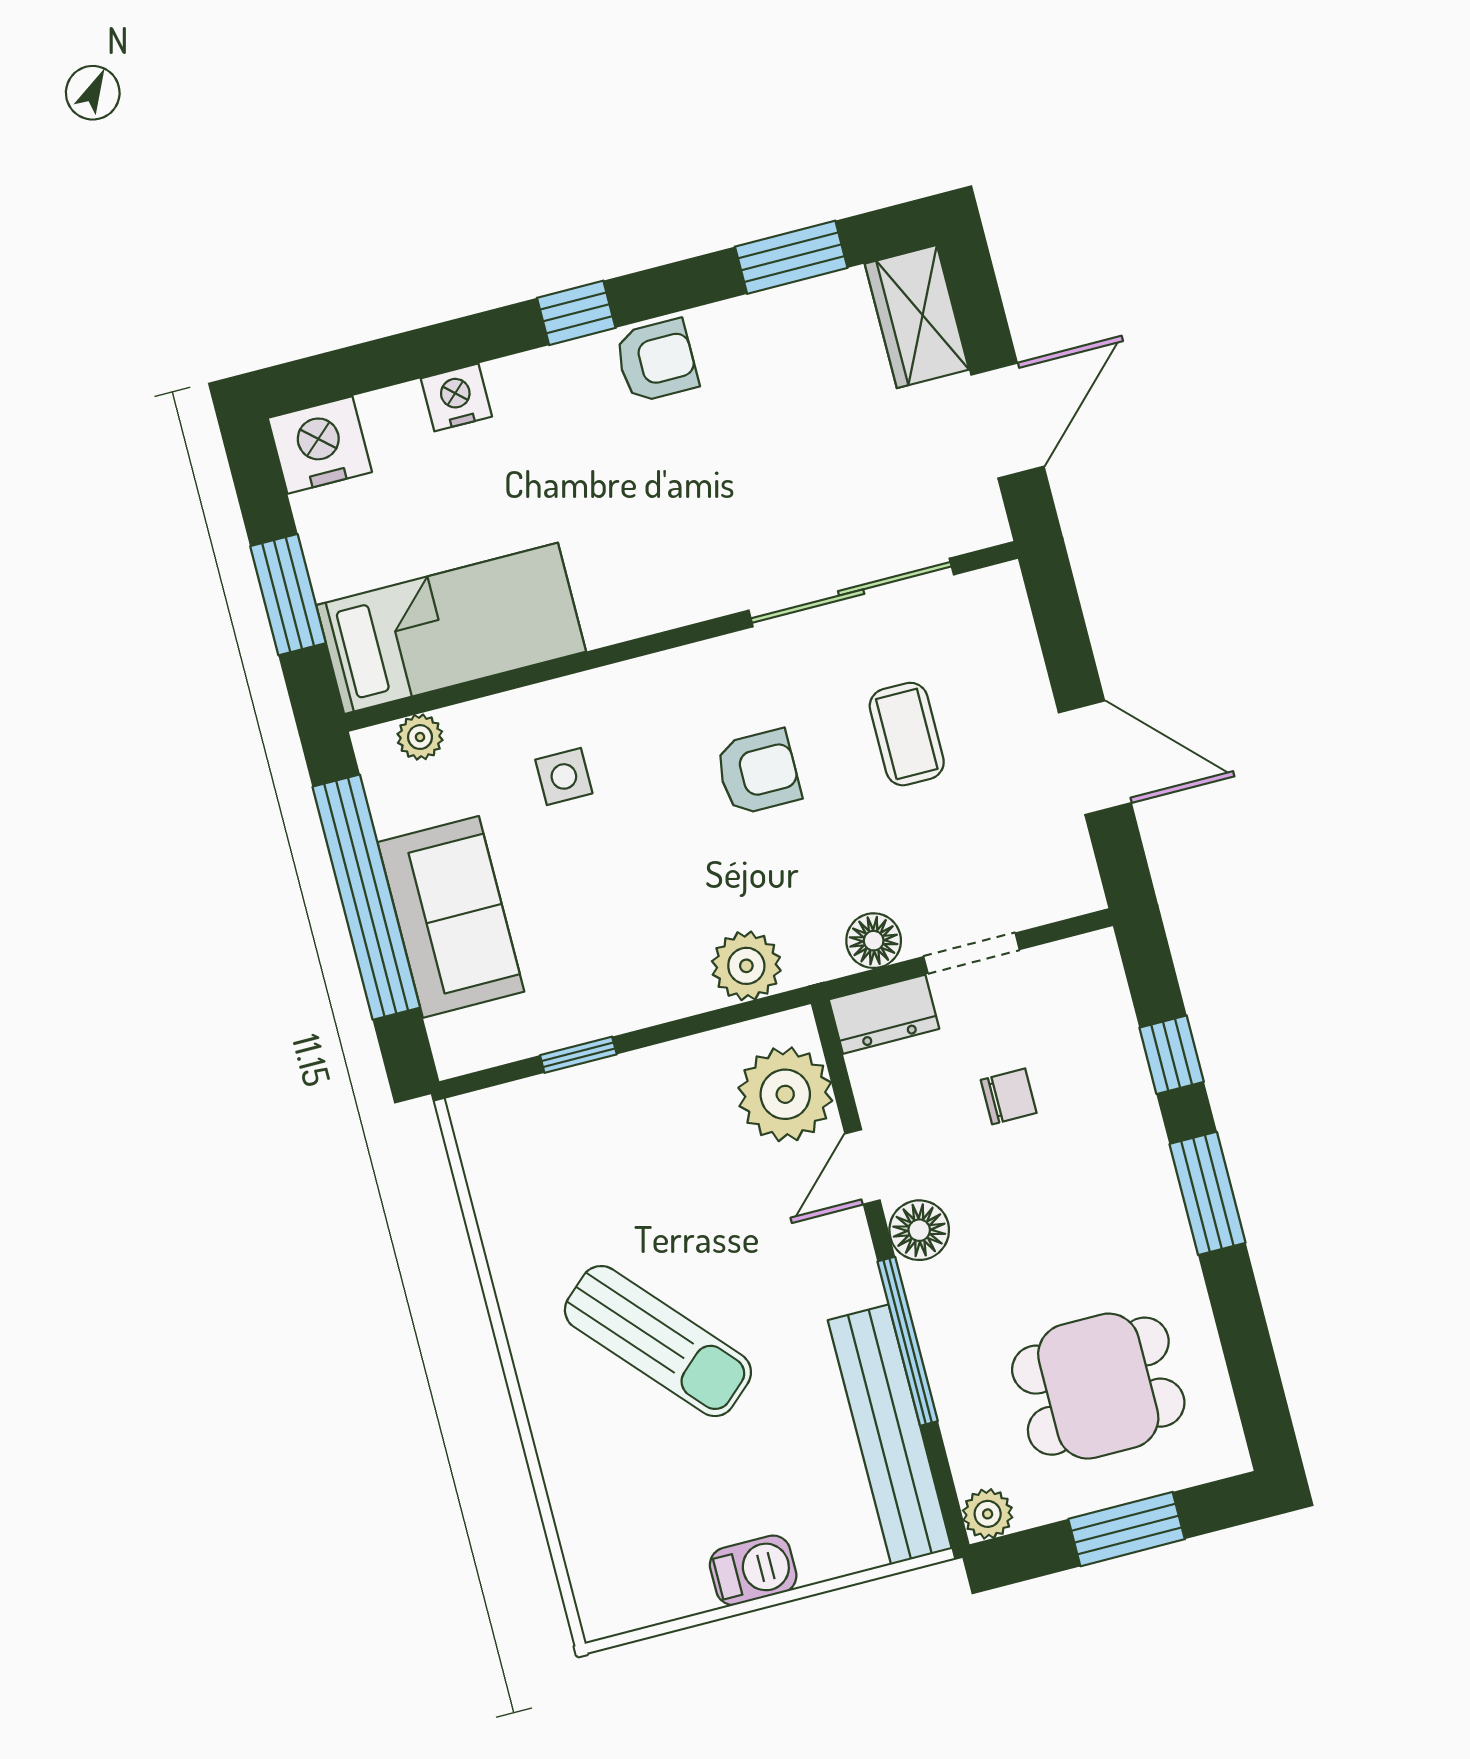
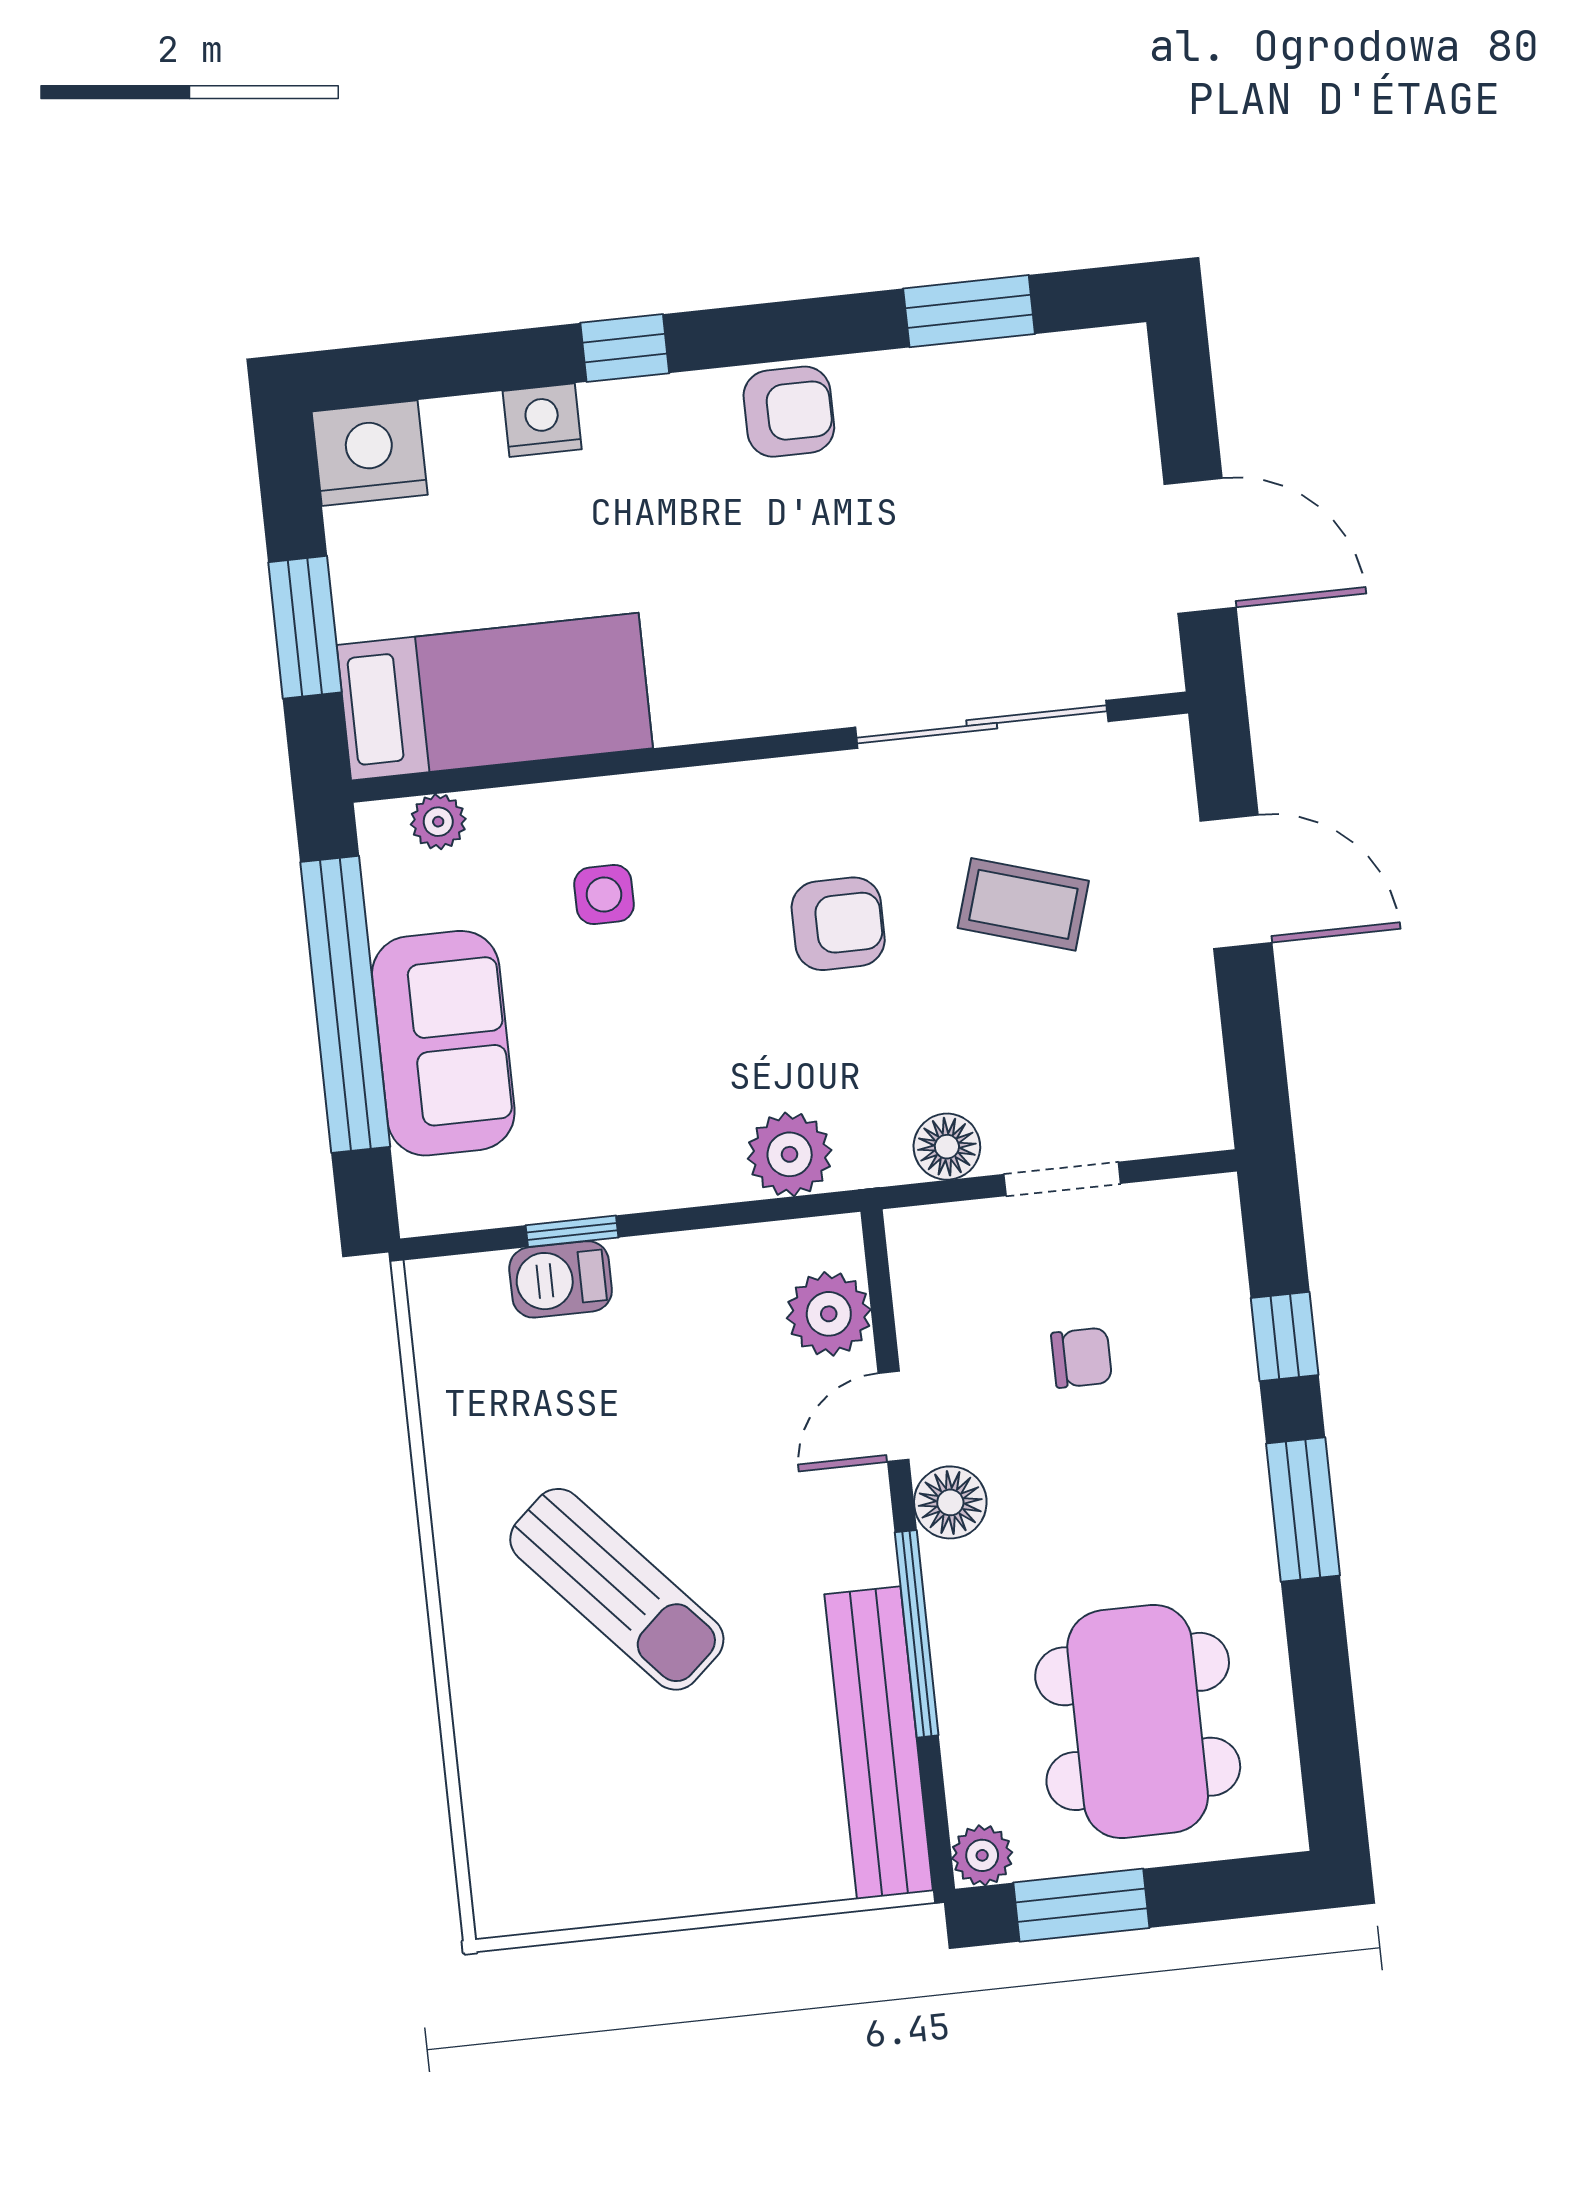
window: (576, 313) -> (625, 348), moved
wardrobe: (917, 317) -> (1109, 405), removed
door: (1008, 421) -> (1200, 546), hinge flipped
coffee table: (907, 734) -> (1023, 904), turned -73
door: (1095, 758) -> (1236, 882), moved
dresser: (884, 1014) -> (946, 1237), removed
plant: (785, 1094) -> (829, 1314), width x0.73, depth x0.73
dining table: (1098, 1386) -> (1138, 1721), width x1.37
window: (1127, 1529) -> (1081, 1905), moved
barbecue: (753, 1570) -> (561, 1279), moved, turned 180

